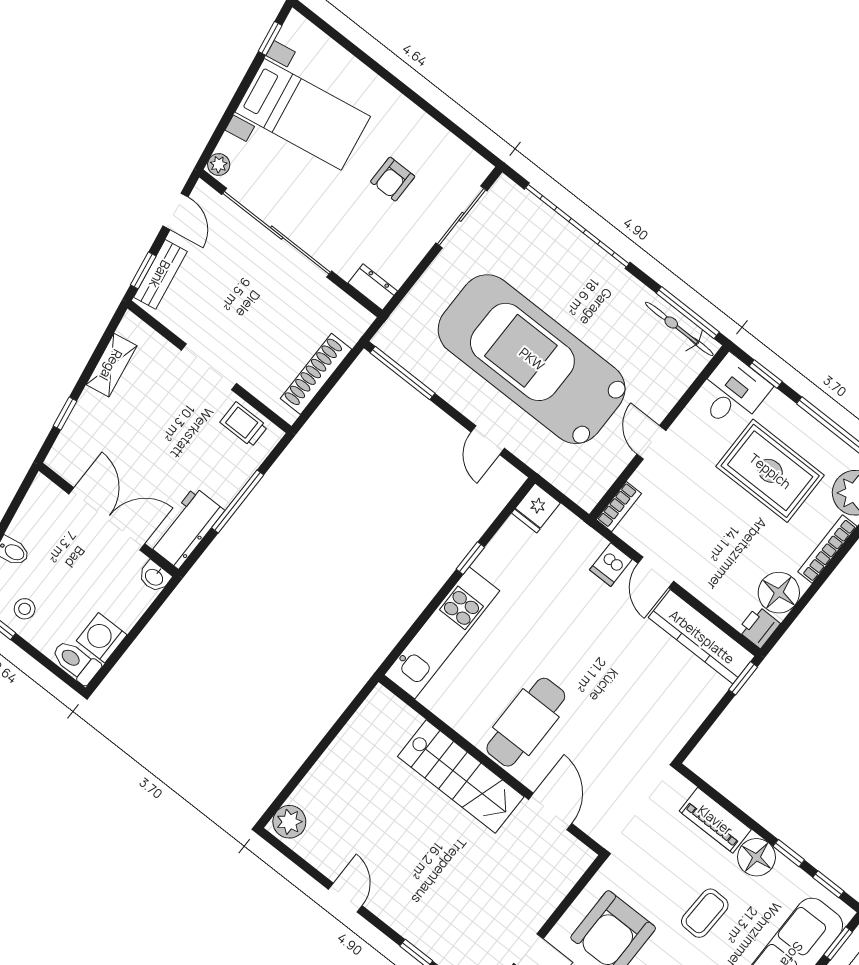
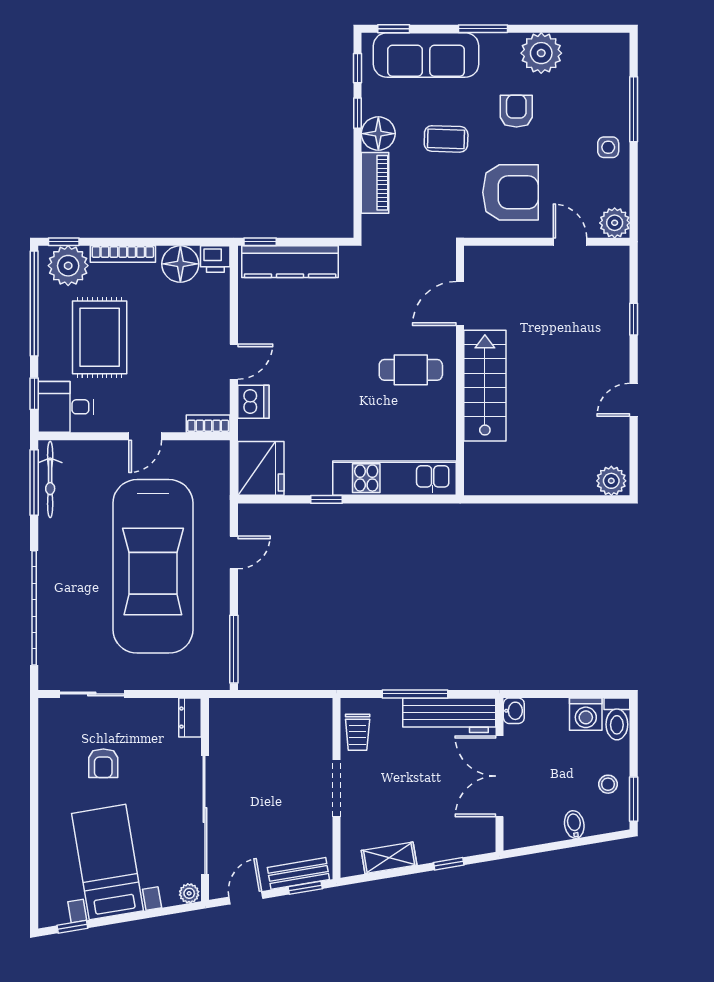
armchair: (393, 179) -> (103, 763), turned 90
shoe rack: (316, 374) -> (282, 709), removed
fridge: (536, 508) -> (261, 468), width x1.88, depth x1.34
workbench: (186, 528) -> (449, 715), width x1.38
dishwasher: (611, 565) -> (253, 402), width x1.38
kitchen counter: (702, 637) -> (290, 262), moved, turned 90
cafe table: (526, 722) -> (411, 370), width x0.73, depth x0.74

